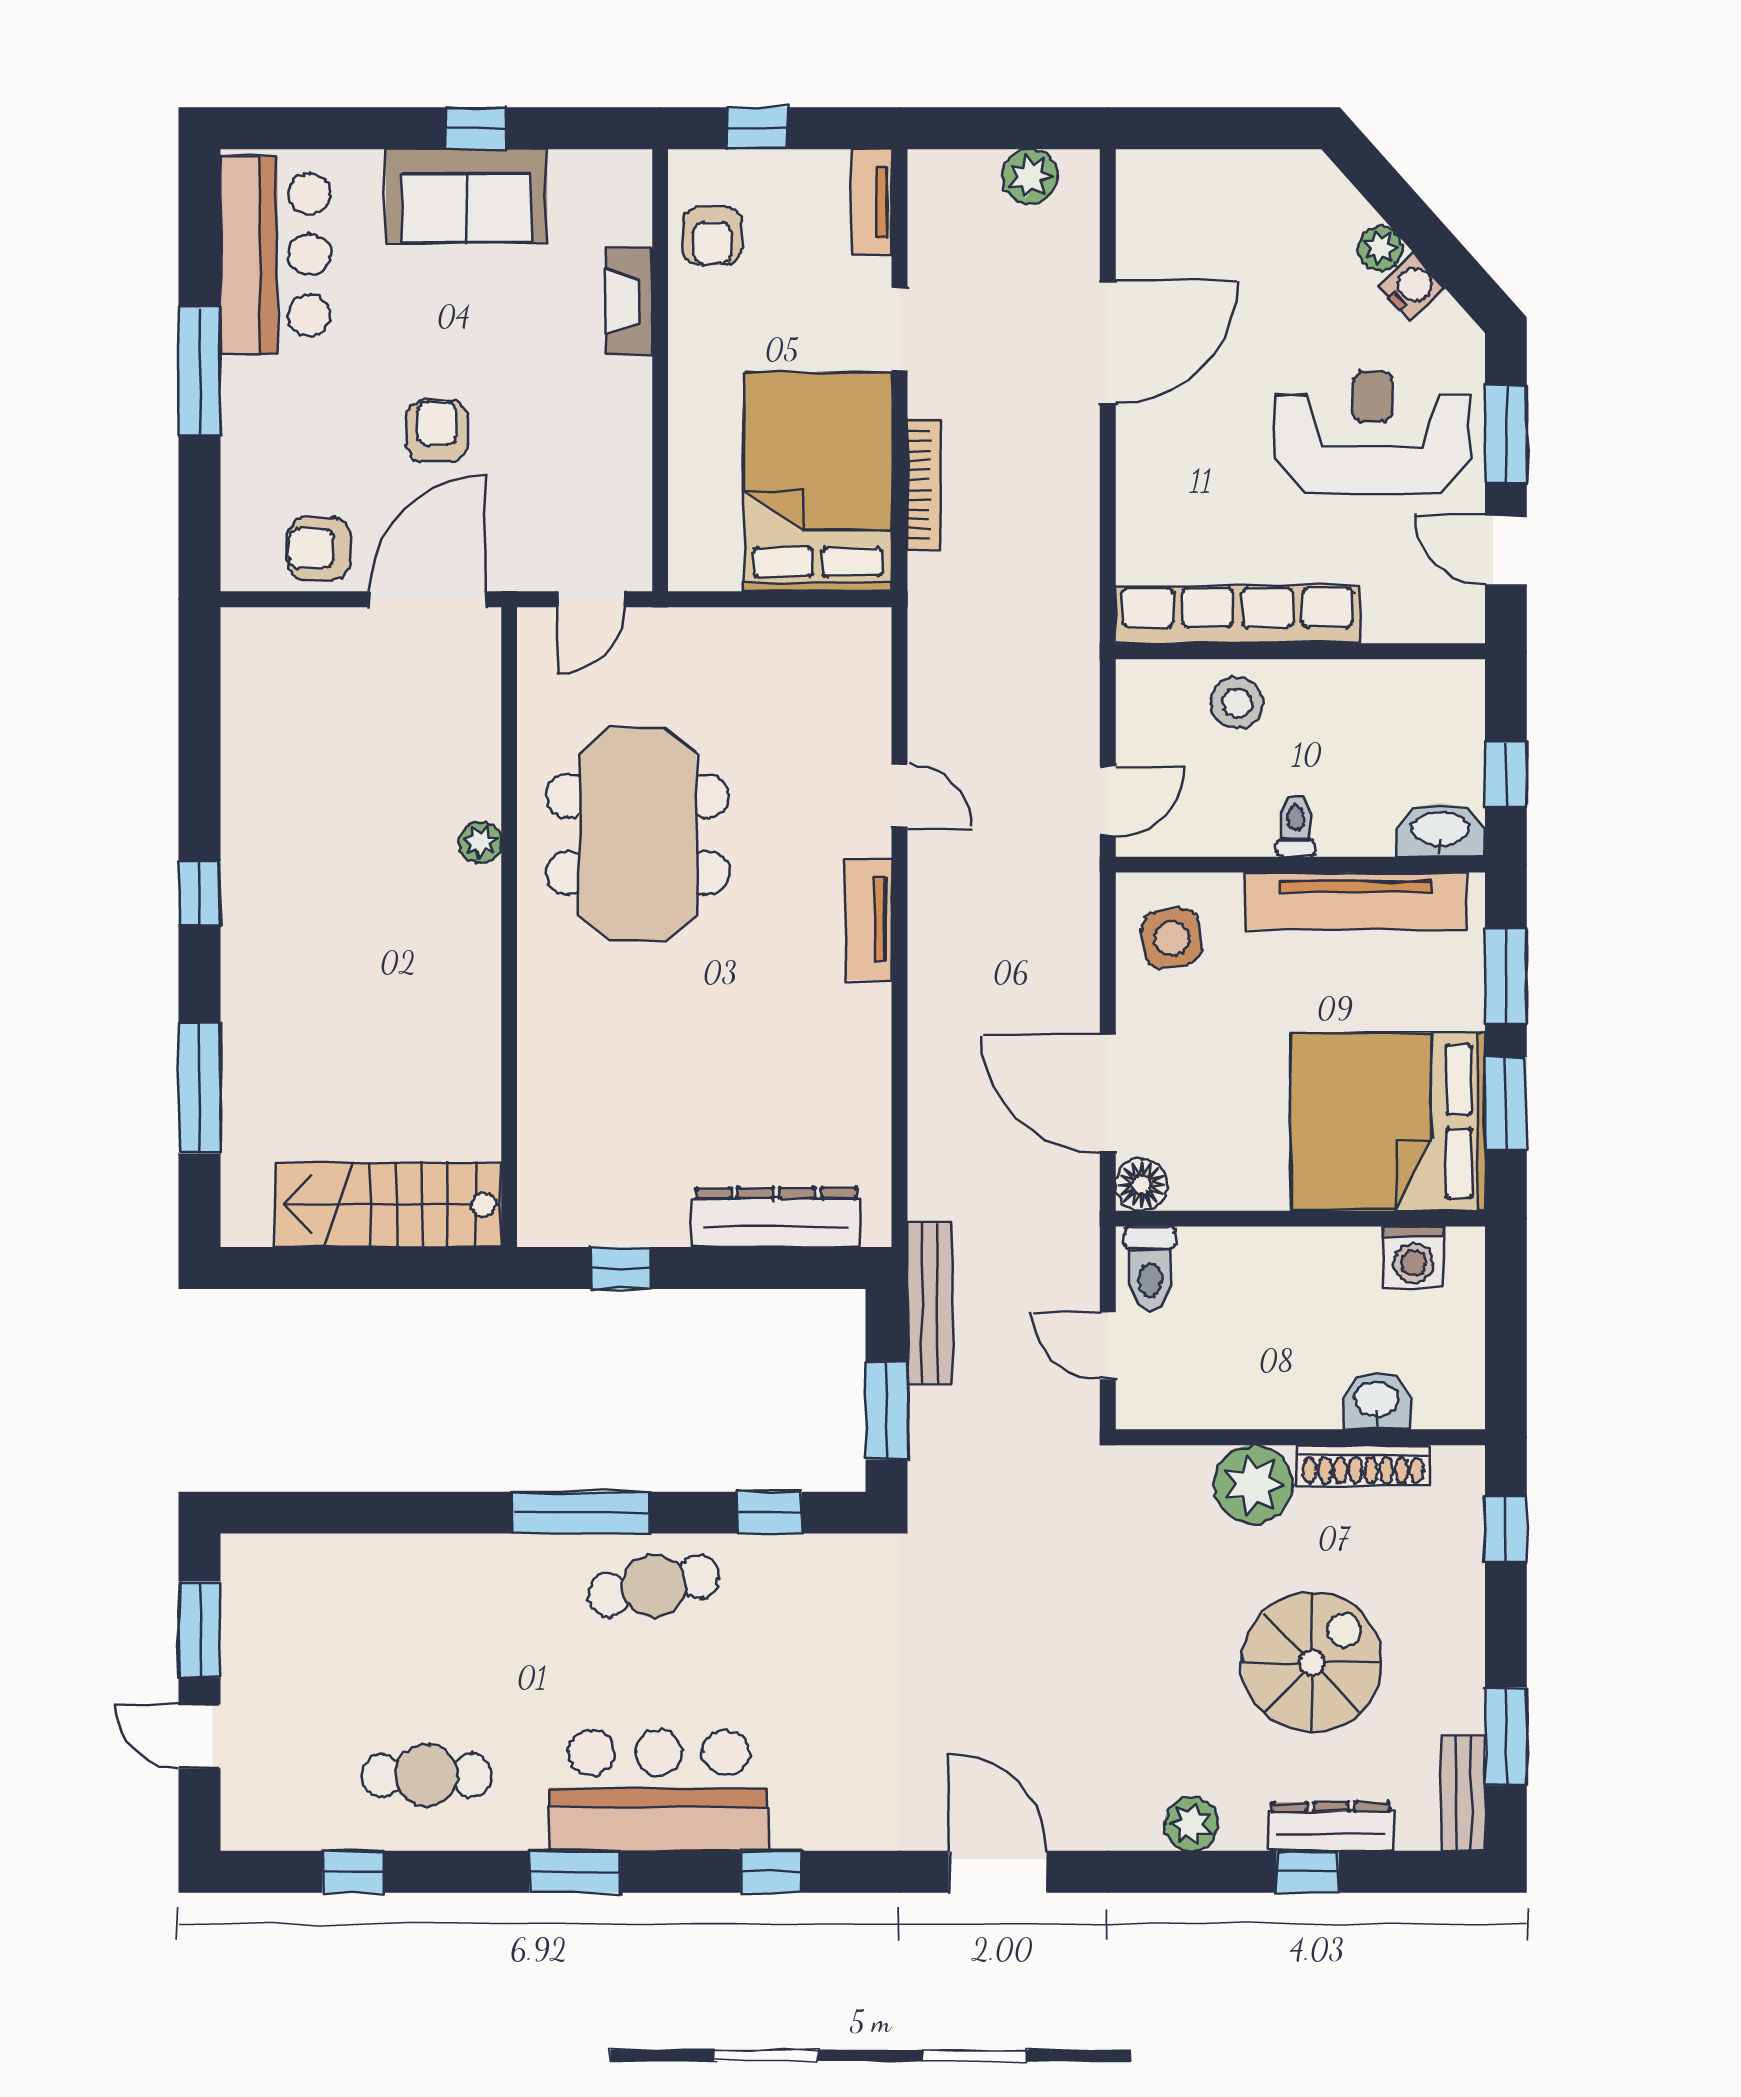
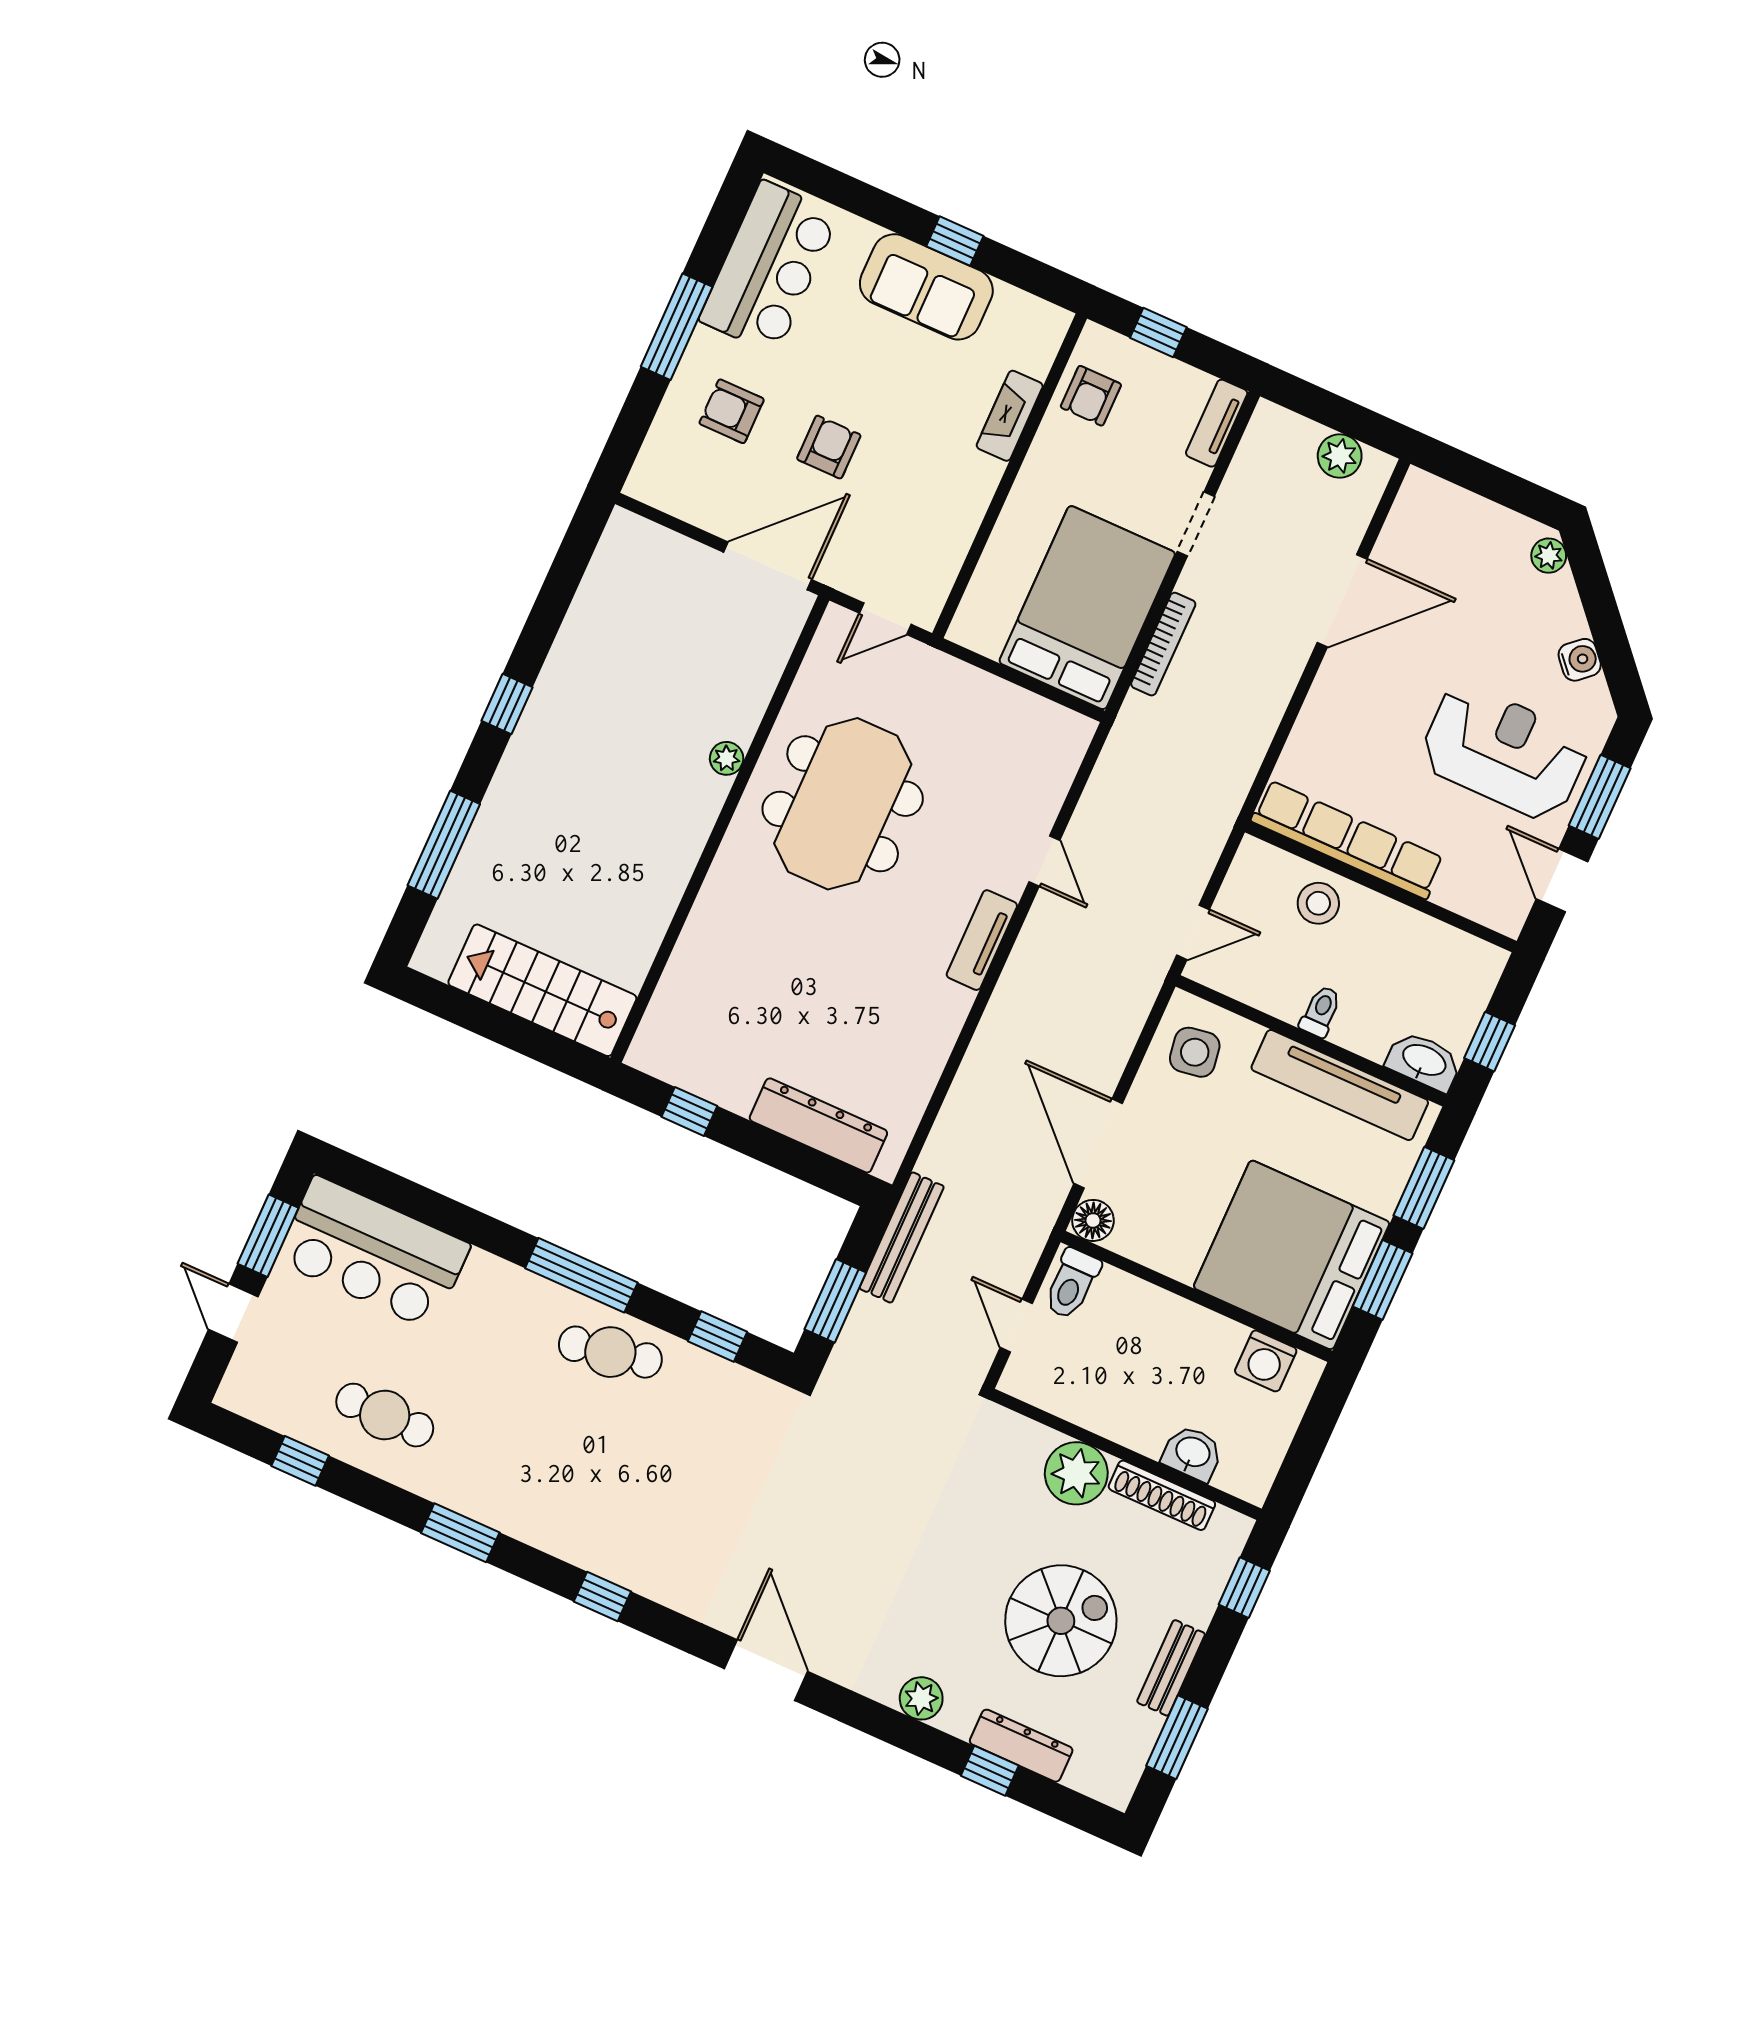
plant: (1380, 248) -> (1549, 556), moved
armchair: (319, 549) -> (732, 411), moved
bar counter: (659, 1790) -> (373, 1253), moved, turned 180
bench: (1463, 1793) -> (1171, 1668), moved

